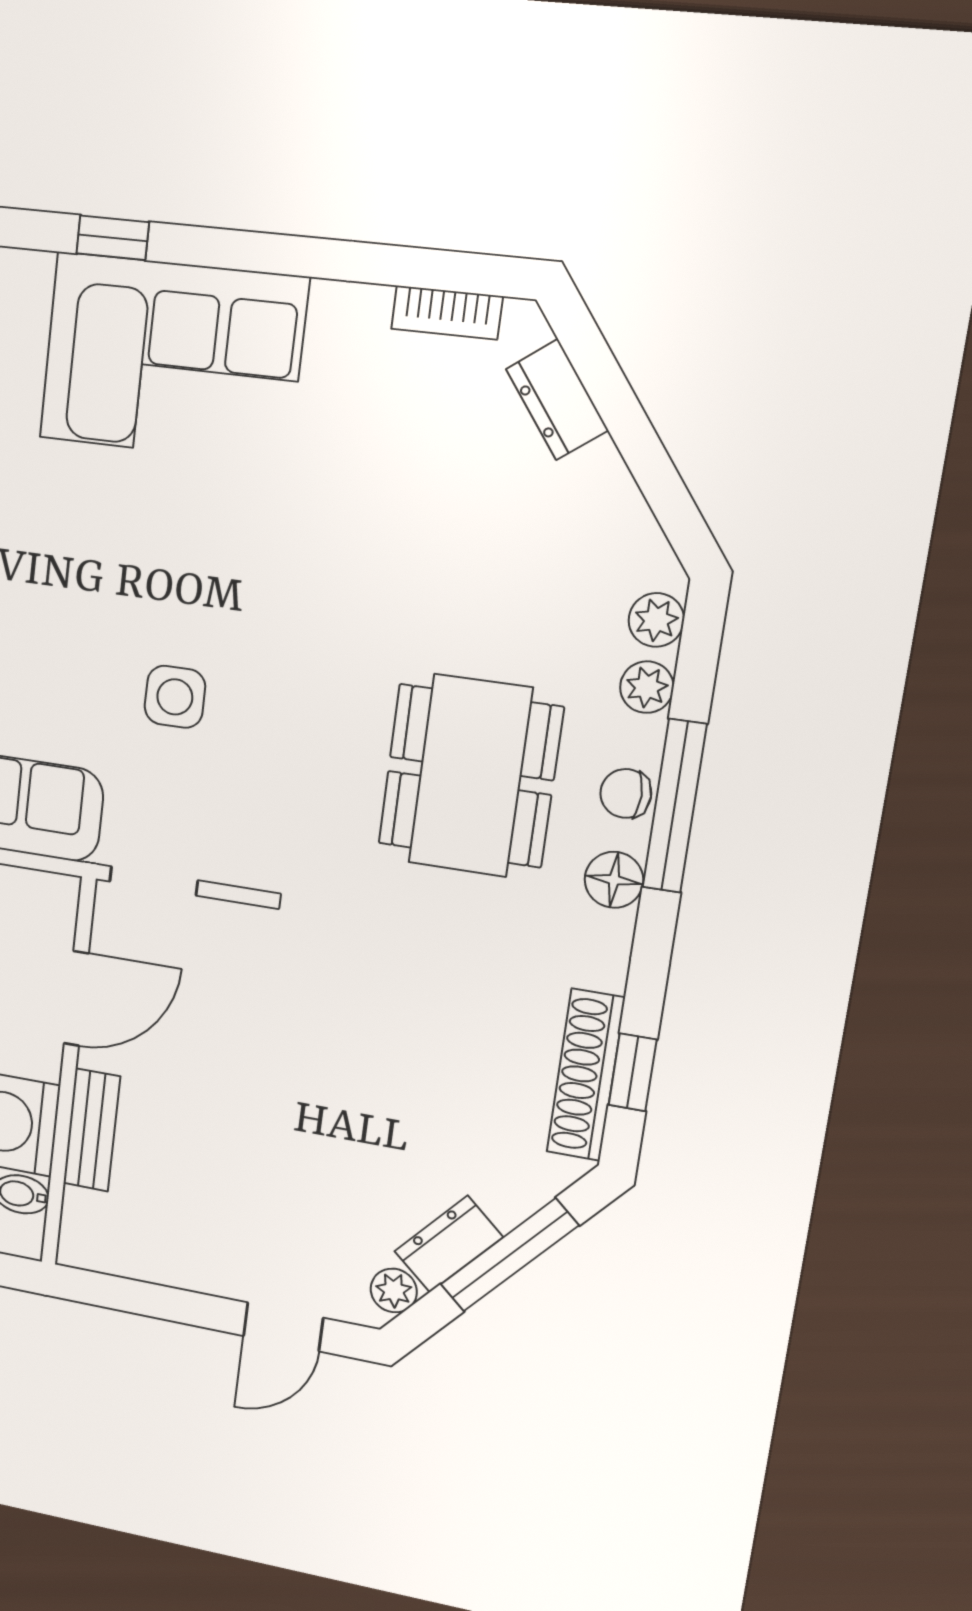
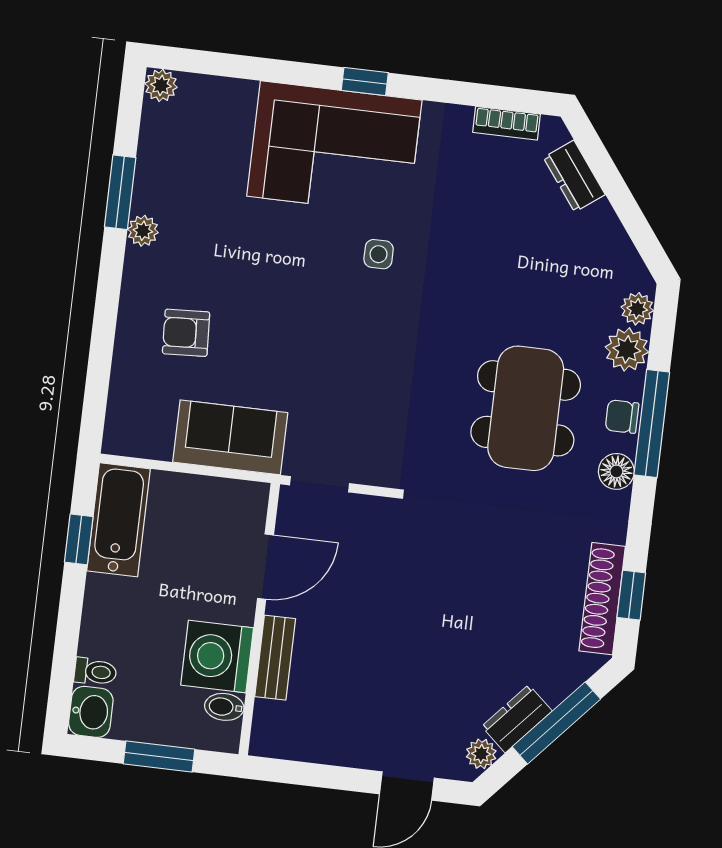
window: (113, 238) -> (365, 81), moved
plant: (647, 687) -> (627, 349), width x1.38, depth x1.38
side table: (175, 697) -> (379, 254), moved, width x0.73, depth x0.73

